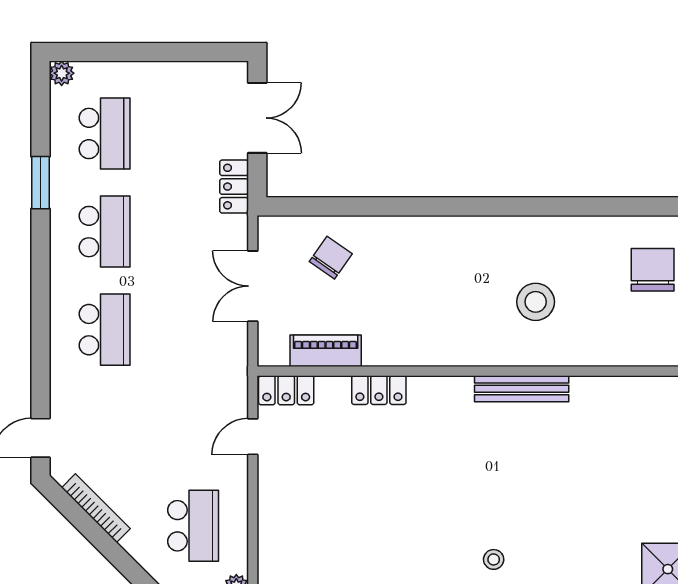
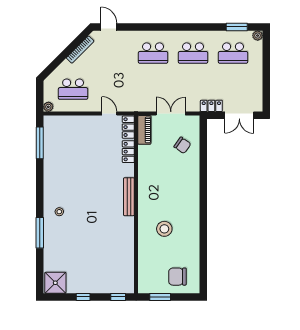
window: (40, 183) -> (237, 27), moved
chair: (653, 270) -> (177, 277), turned 180
piano: (326, 351) -> (144, 130), moved
bench: (522, 389) -> (129, 197), moved
locker: (379, 390) -> (128, 152), moved

